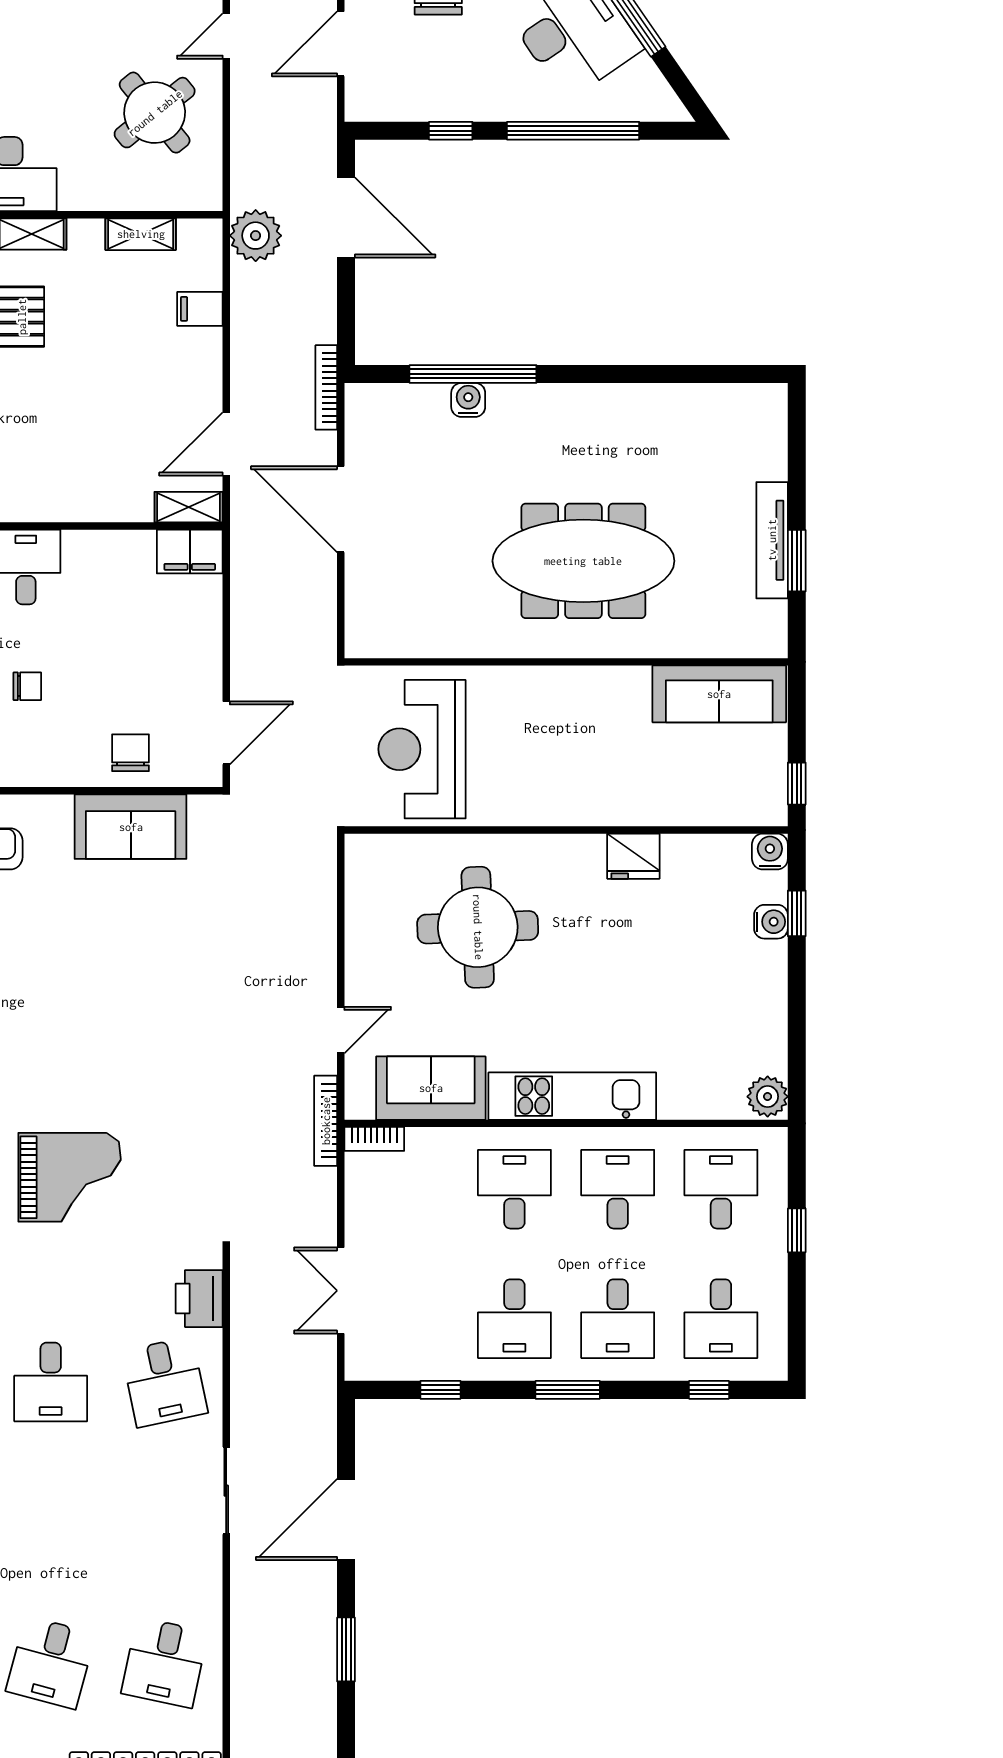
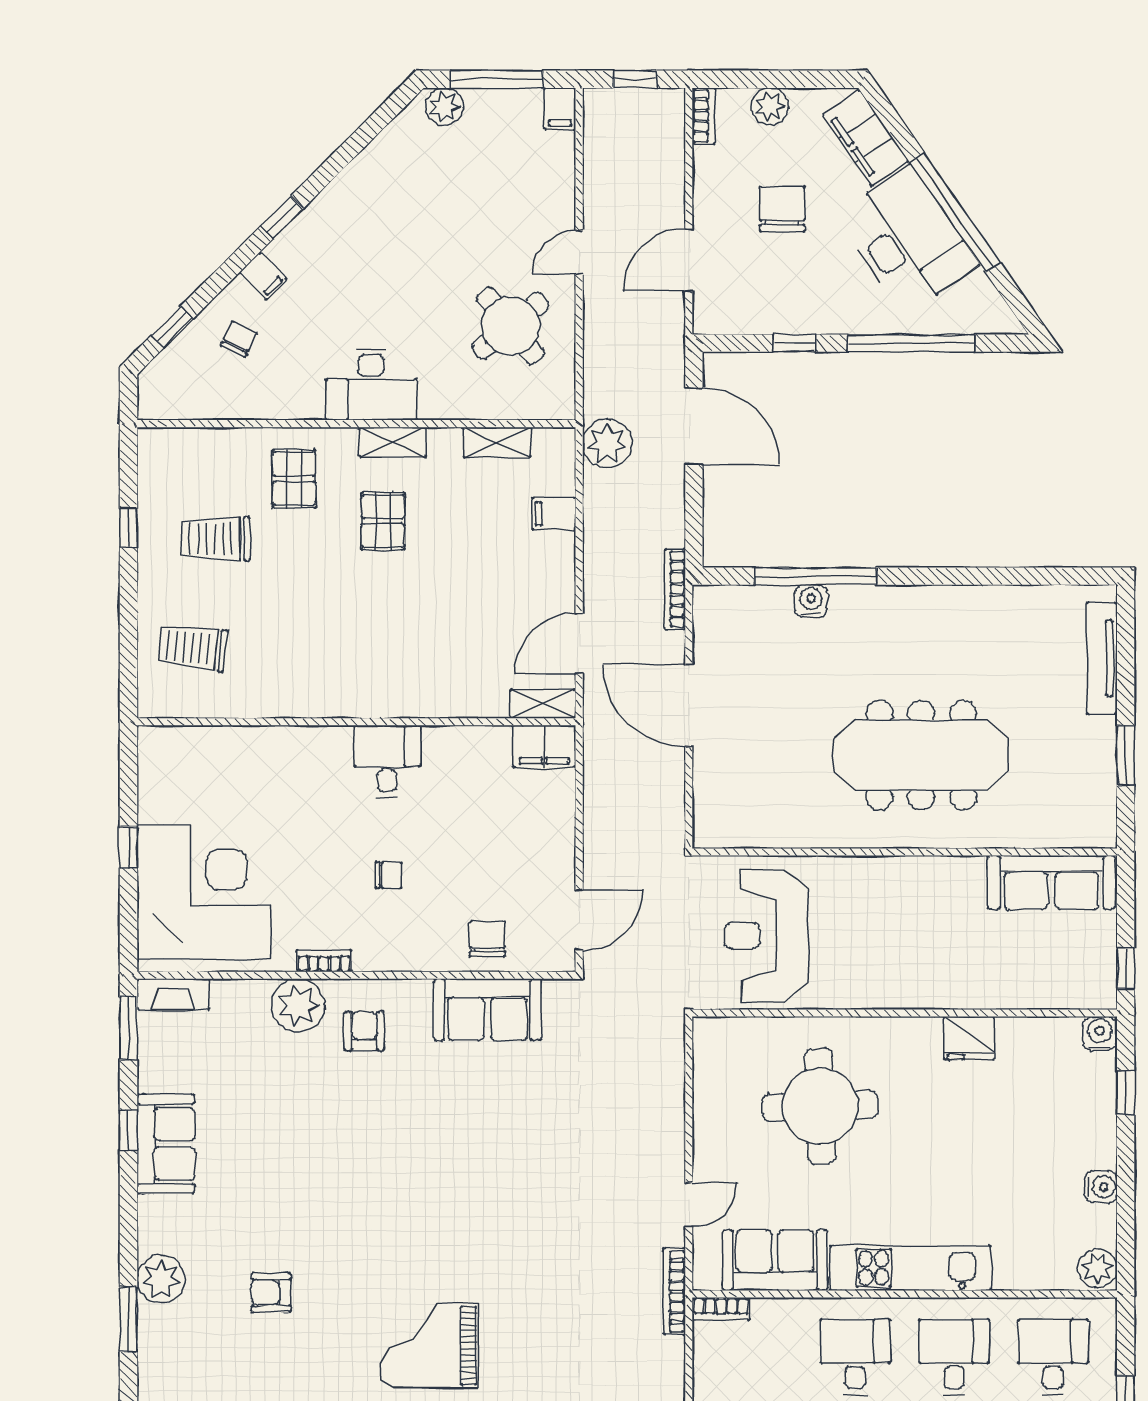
tv unit: (772, 540) -> (1102, 658), moved
water cooler: (771, 922) -> (1101, 1187), moved
grand piano: (70, 1177) -> (429, 1346), turned 180

